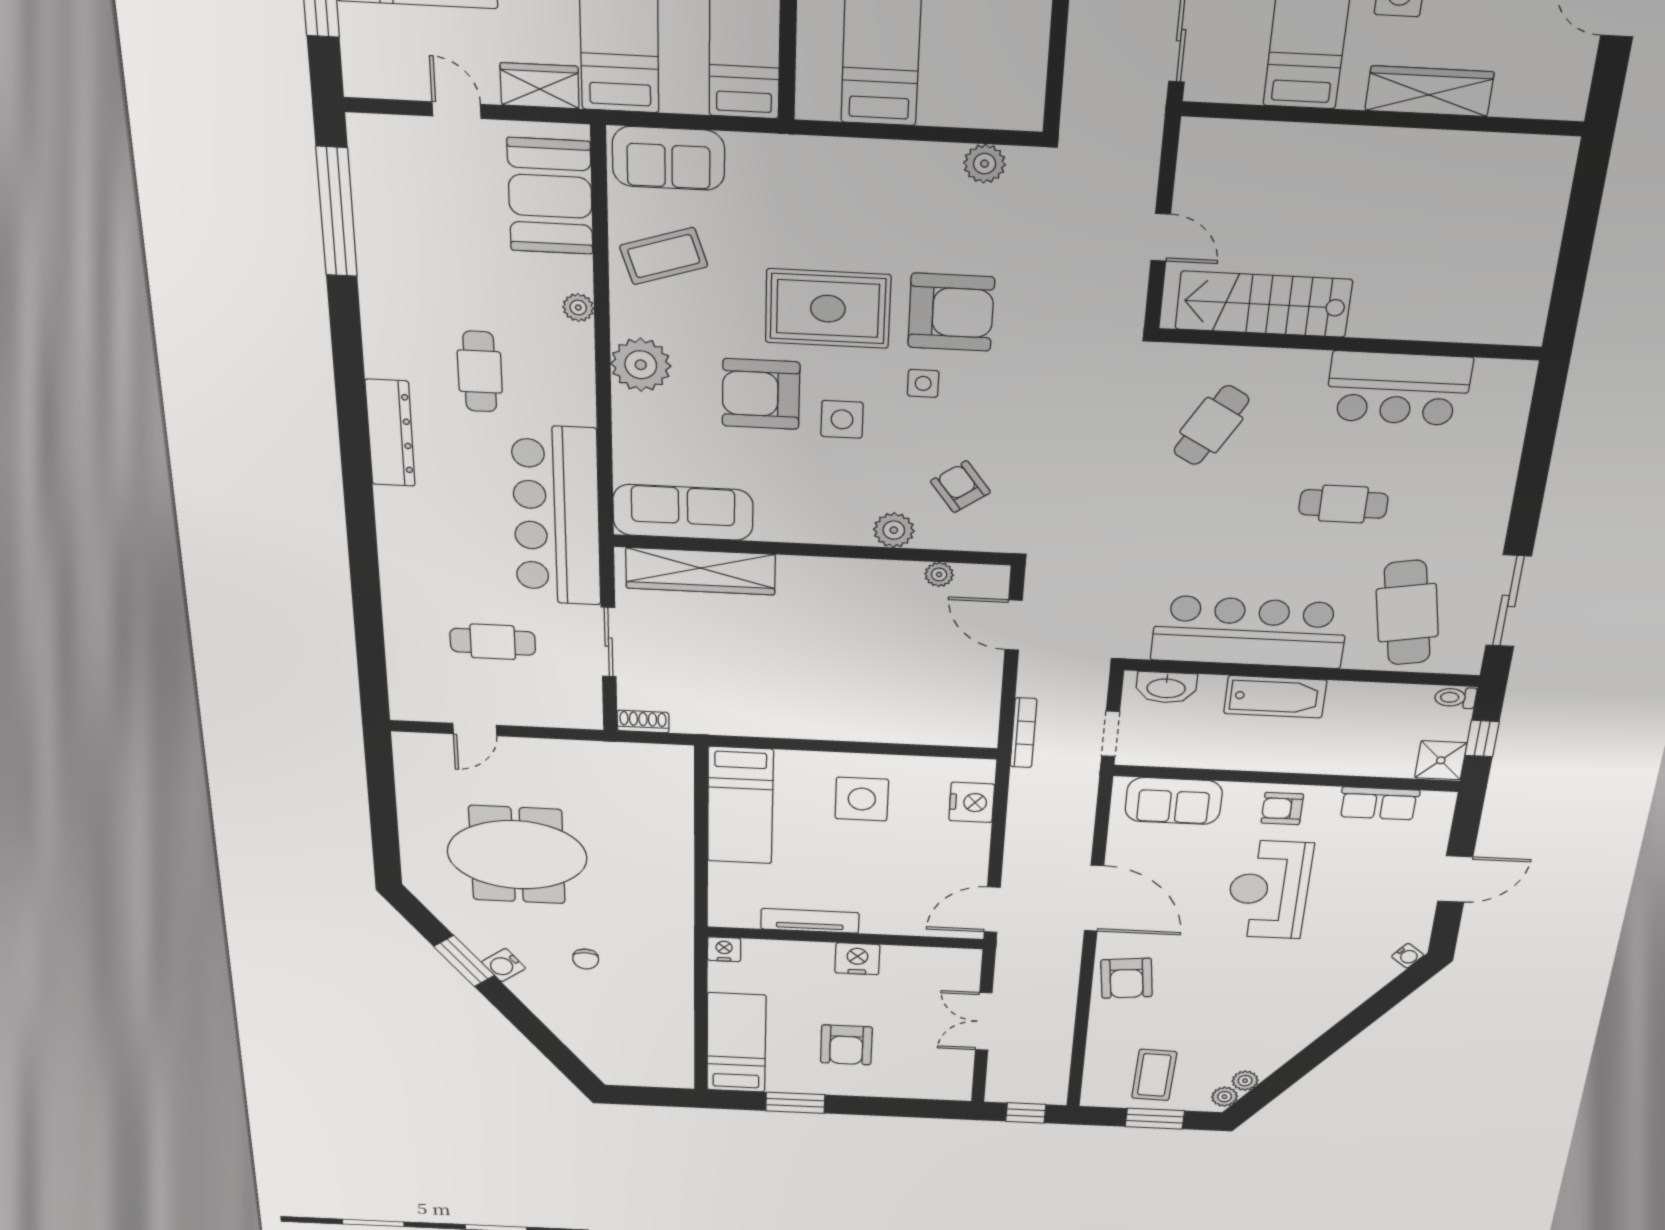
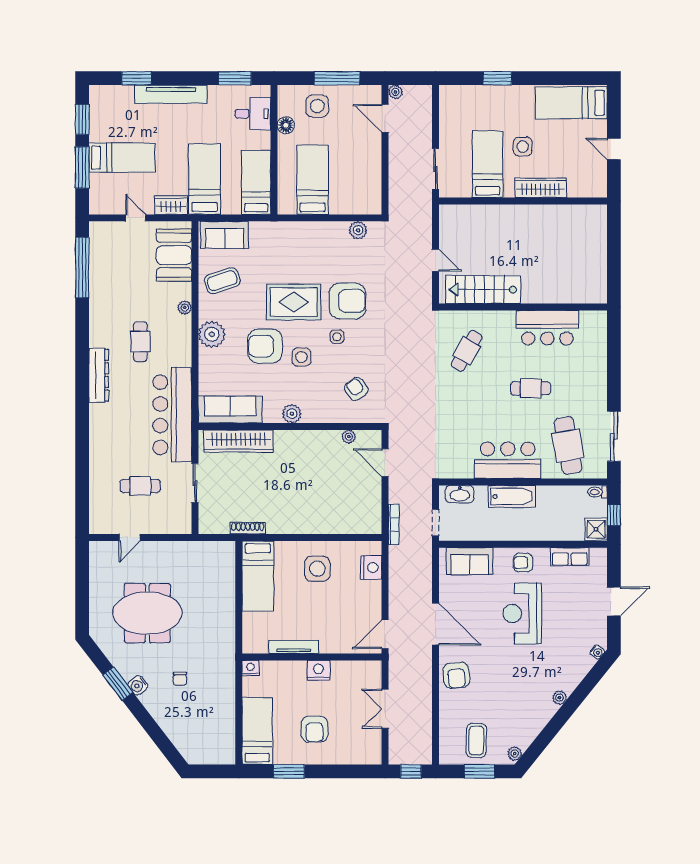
plant: (894, 530) -> (292, 414), moved
bar counter: (1249, 632) -> (508, 460), width x0.73
shoe rack: (643, 722) -> (248, 528), moved, width x1.43
plant: (1245, 1081) -> (560, 698), moved

